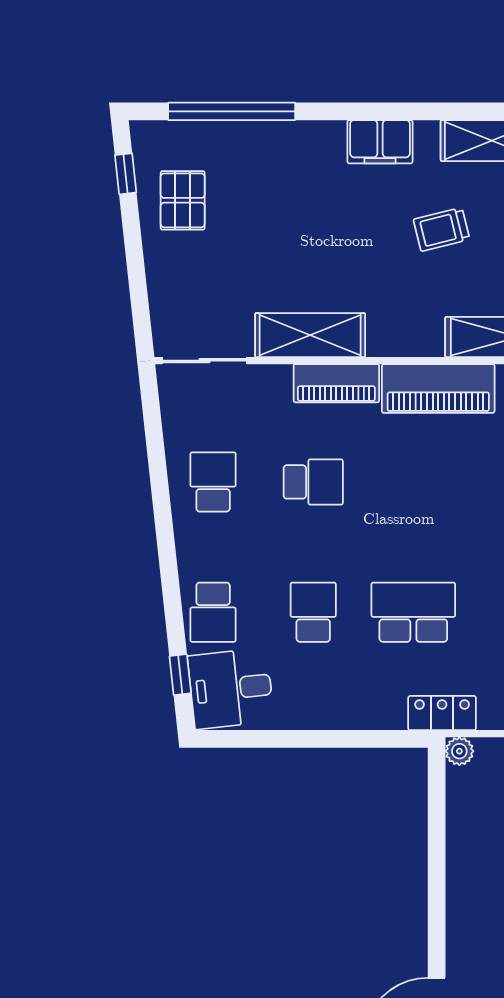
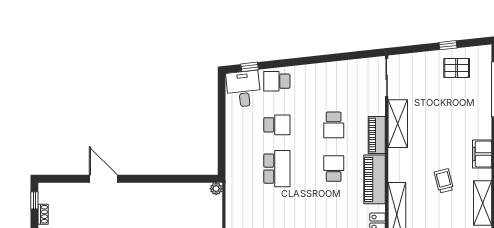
window: (126, 174) -> (448, 45), moved
school desk: (213, 482) -> (334, 169), moved, turned -90
locker: (442, 713) -> (233, 181), removed

